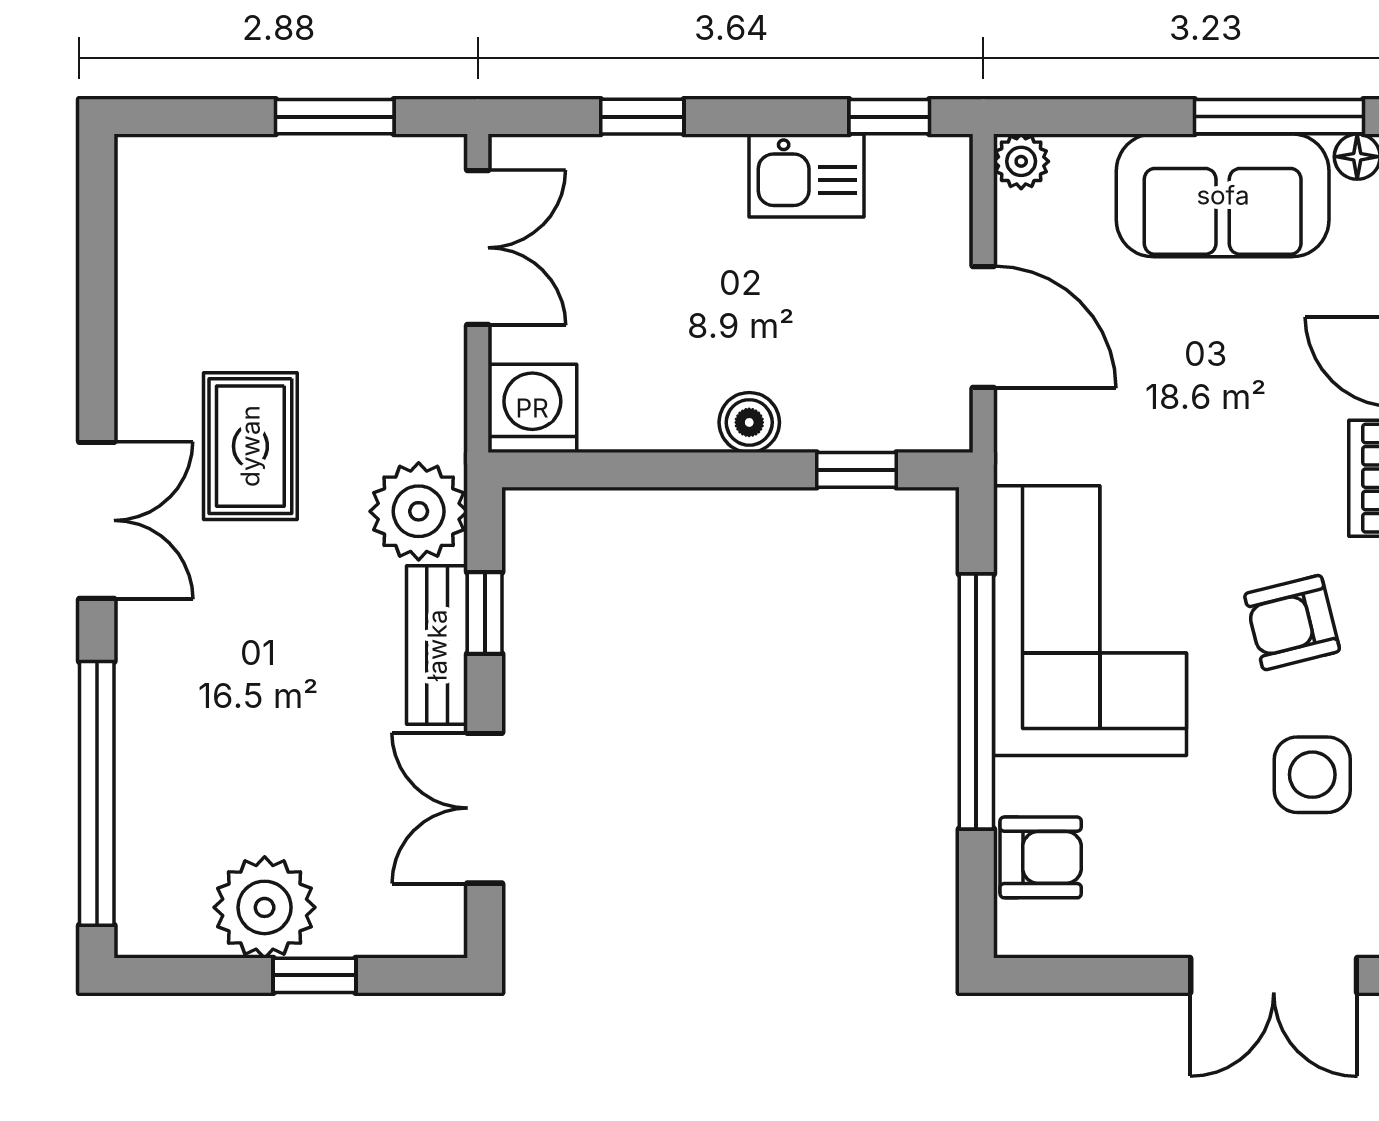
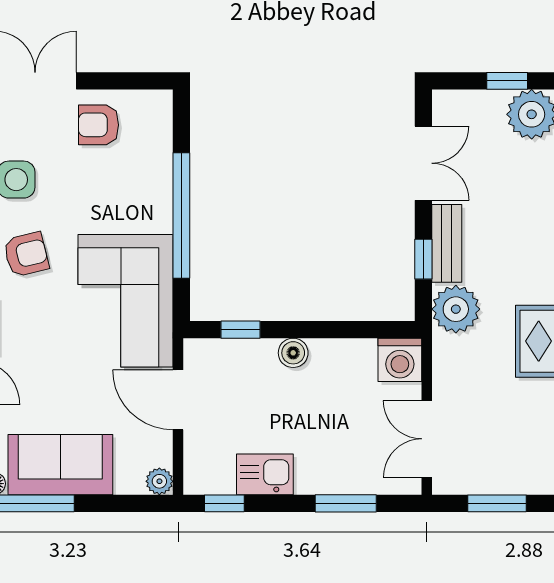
window: (642, 117) -> (346, 503), width x1.50
corner sofa: (1090, 621) -> (126, 301), moved
armchair: (1041, 857) -> (98, 125), moved

